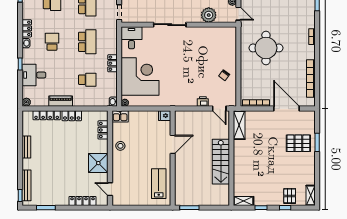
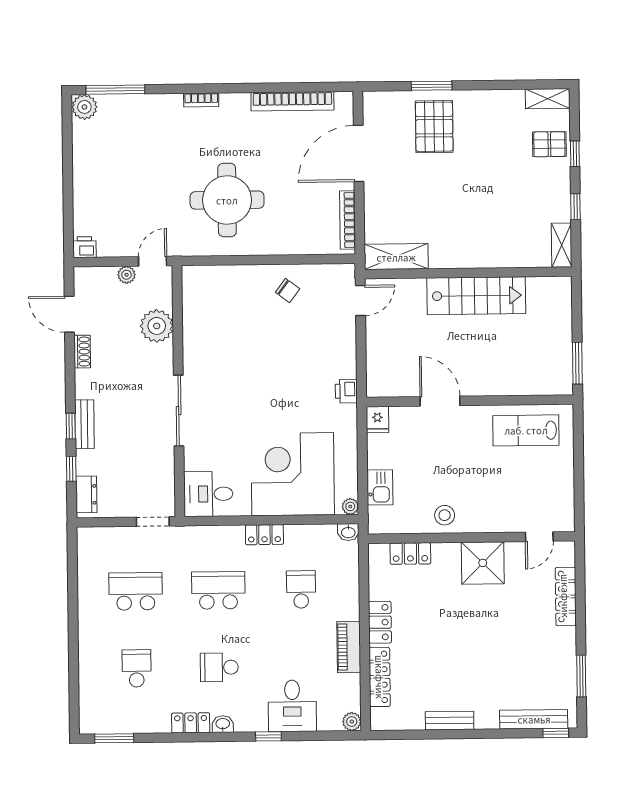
printer: (203, 102) -> (346, 391), moved
kitchen sink: (120, 116) -> (380, 487), moved

